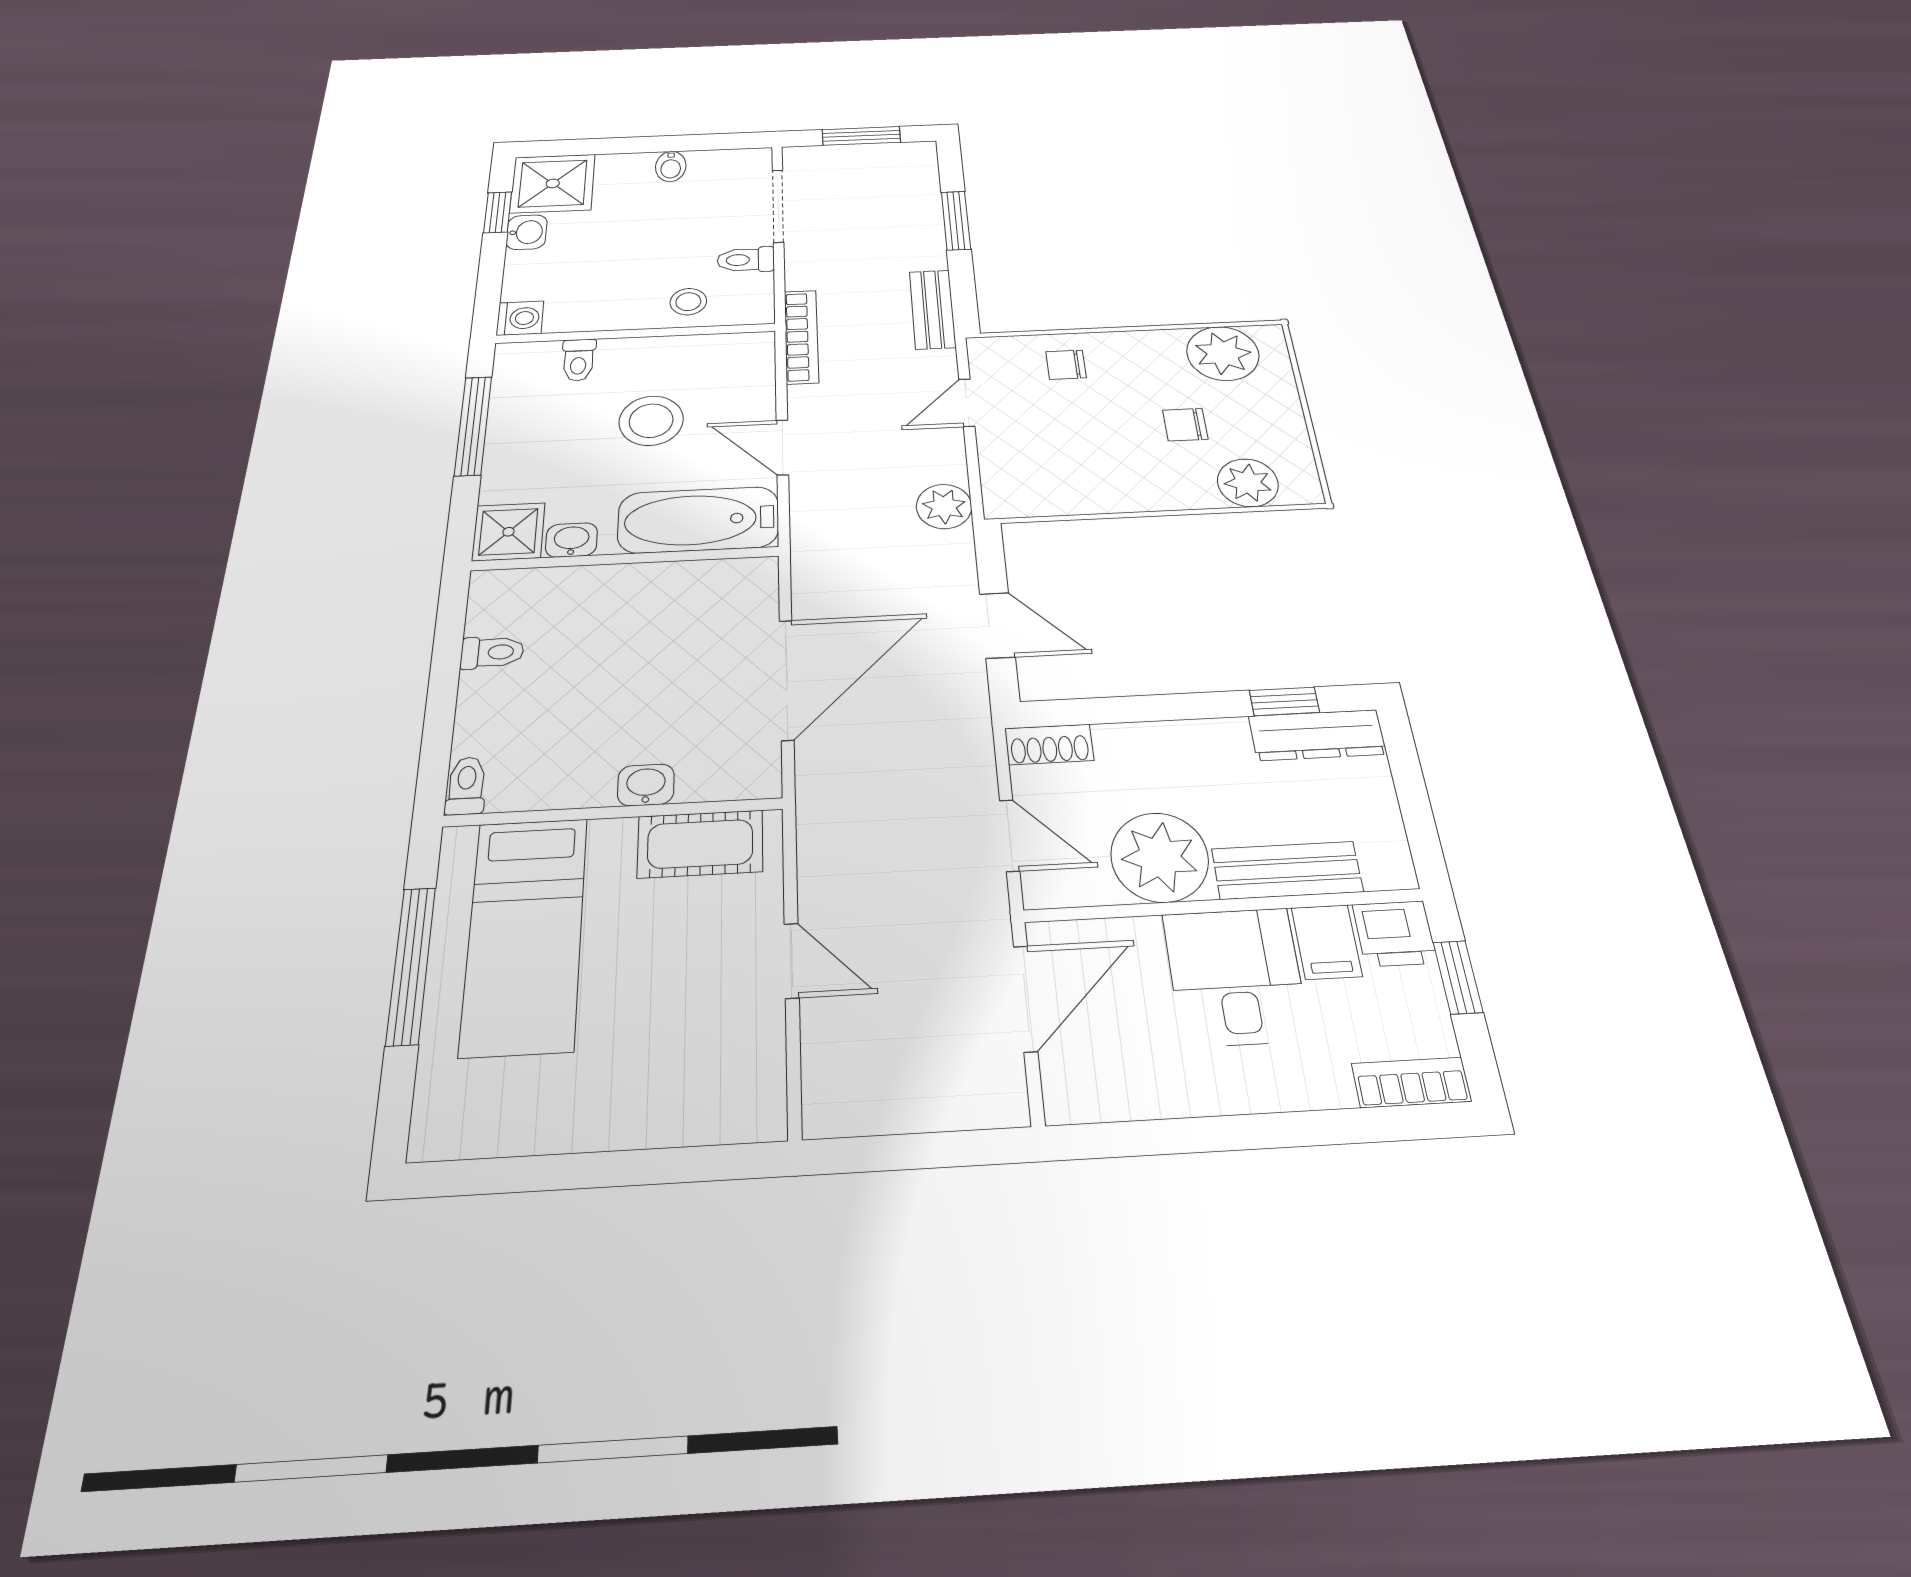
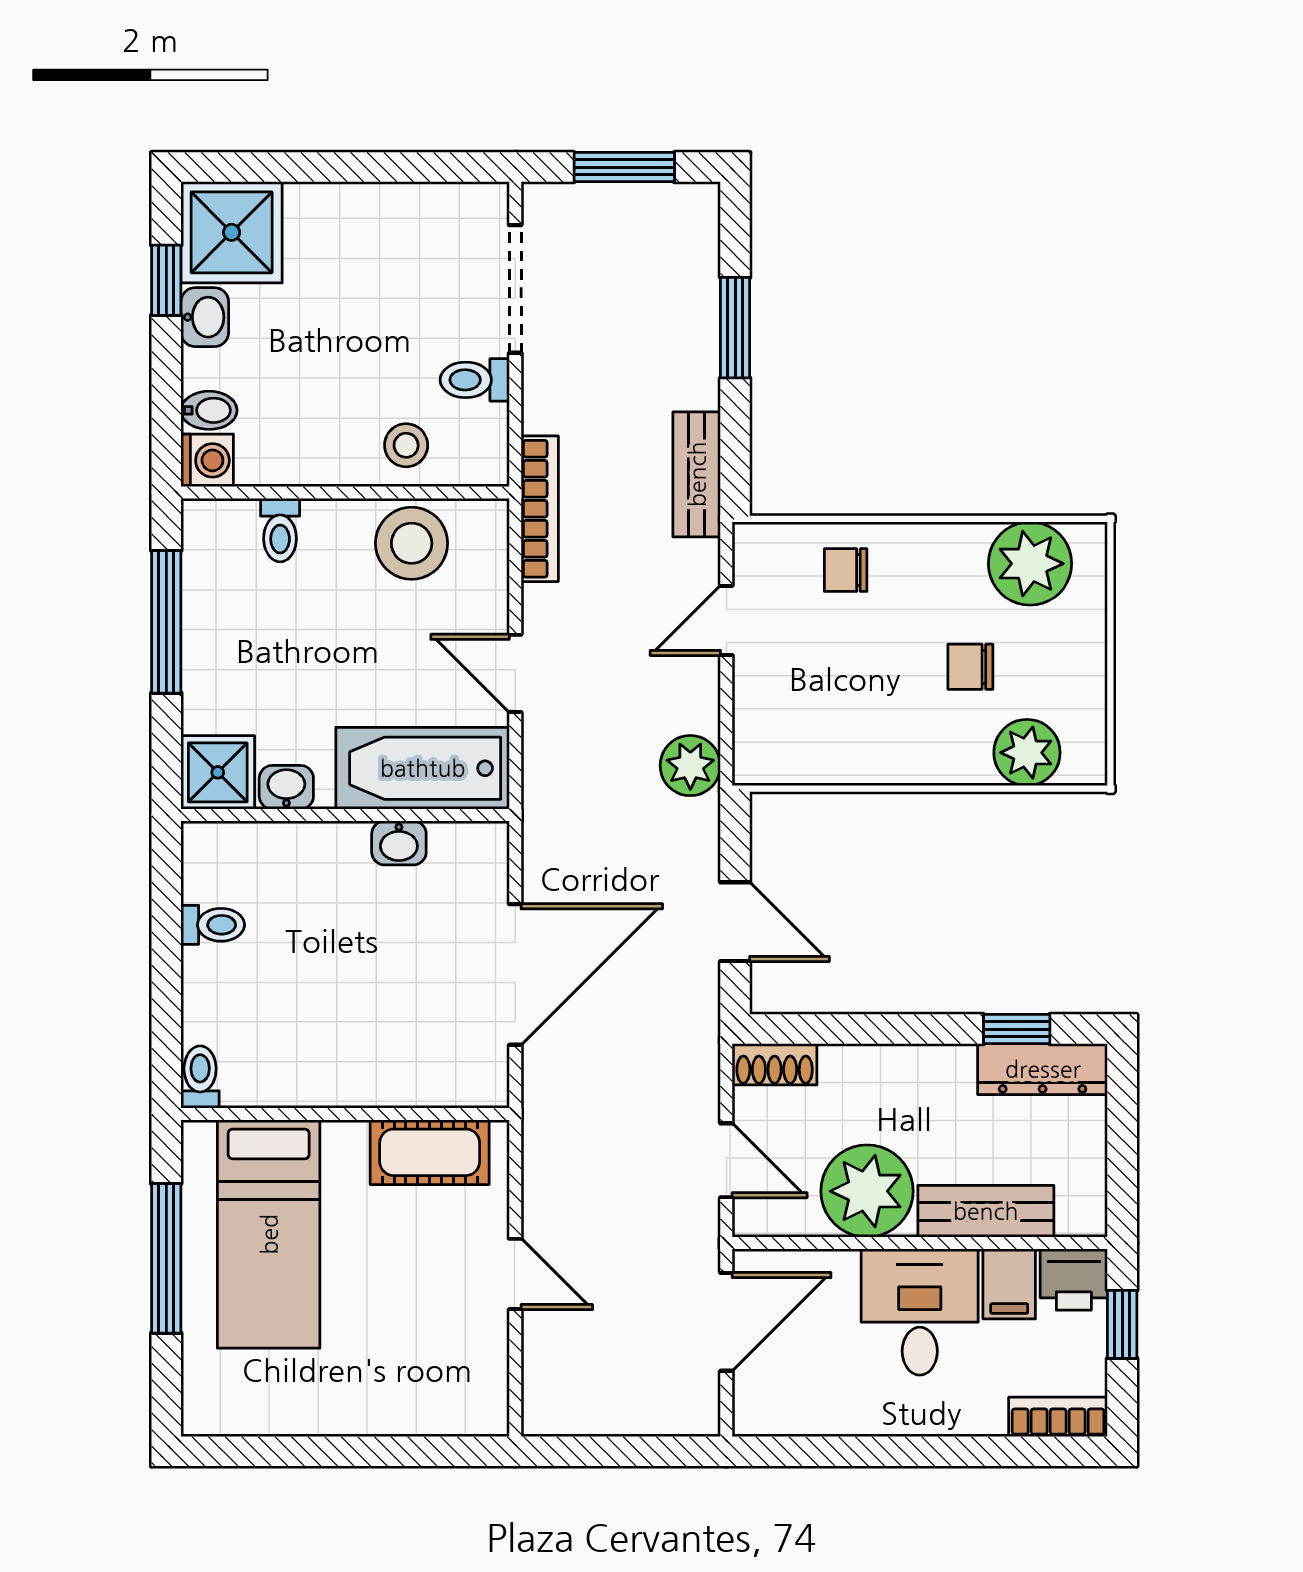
bidet: (671, 166) -> (209, 410), moved, turned -90
stool: (651, 421) -> (412, 543), moved
washbasin: (646, 785) -> (399, 843), moved, turned 180

